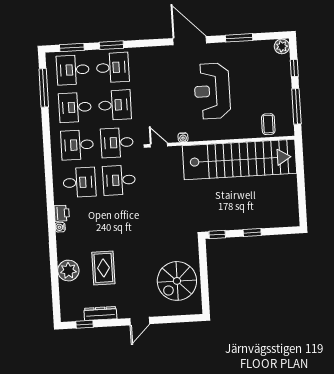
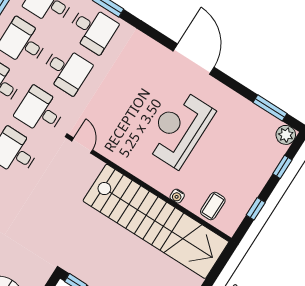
window: (239, 38) -> (270, 108), moved
window: (296, 106) -> (256, 209), width x0.46
water cooler: (183, 137) -> (177, 196), moved

